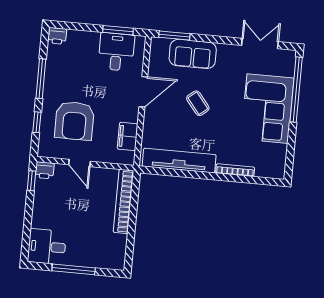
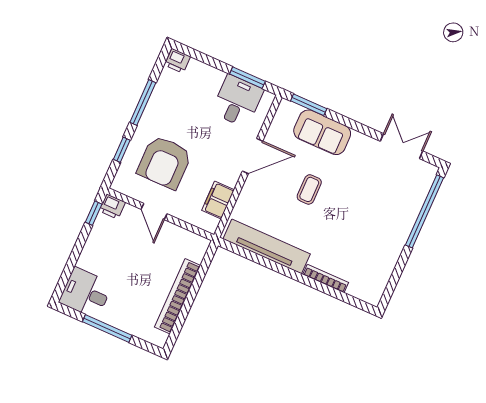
coffee table: (198, 103) -> (309, 189), turned 39
corner sofa: (267, 109) -> (385, 222), removed
bookcase: (123, 201) -> (178, 296), moved

